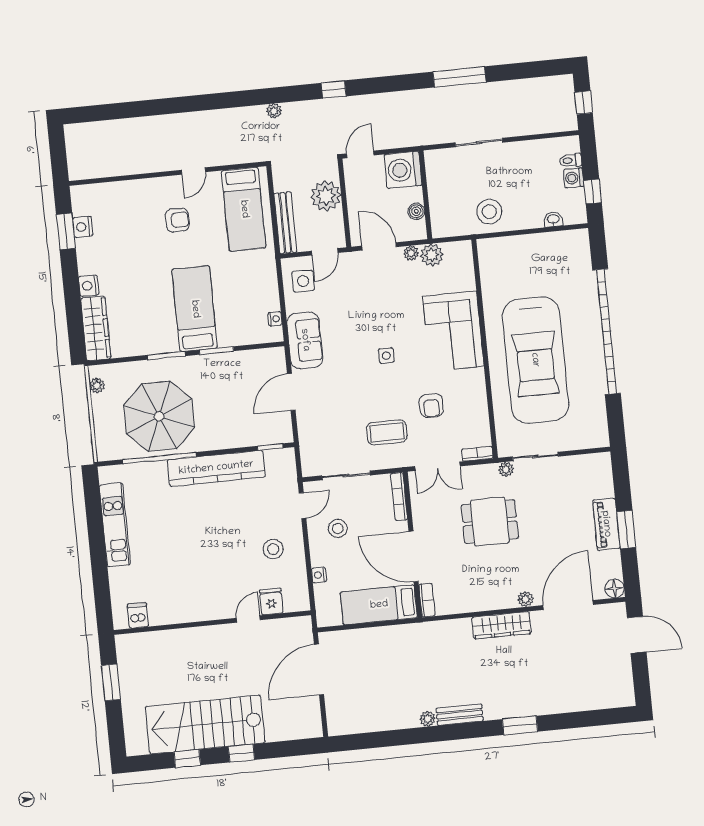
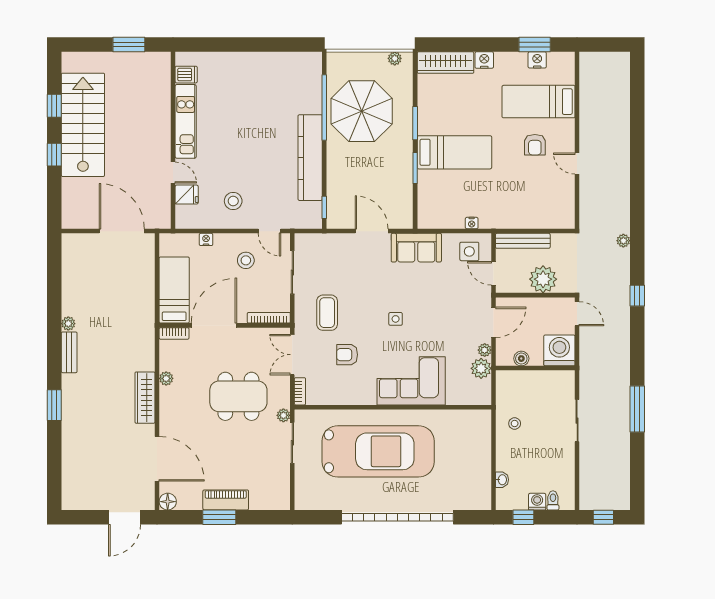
bed: (244, 209) -> (539, 102), moved
stool: (489, 212) -> (515, 423), width x0.53, depth x0.53
nightstand: (275, 319) -> (472, 223), moved
car: (535, 360) -> (378, 451), turned 180
dining table: (490, 522) -> (238, 396), width x1.38
kitchen unit: (115, 525) -> (186, 121), moved, turned -90
plant: (525, 599) -> (166, 378), moved

